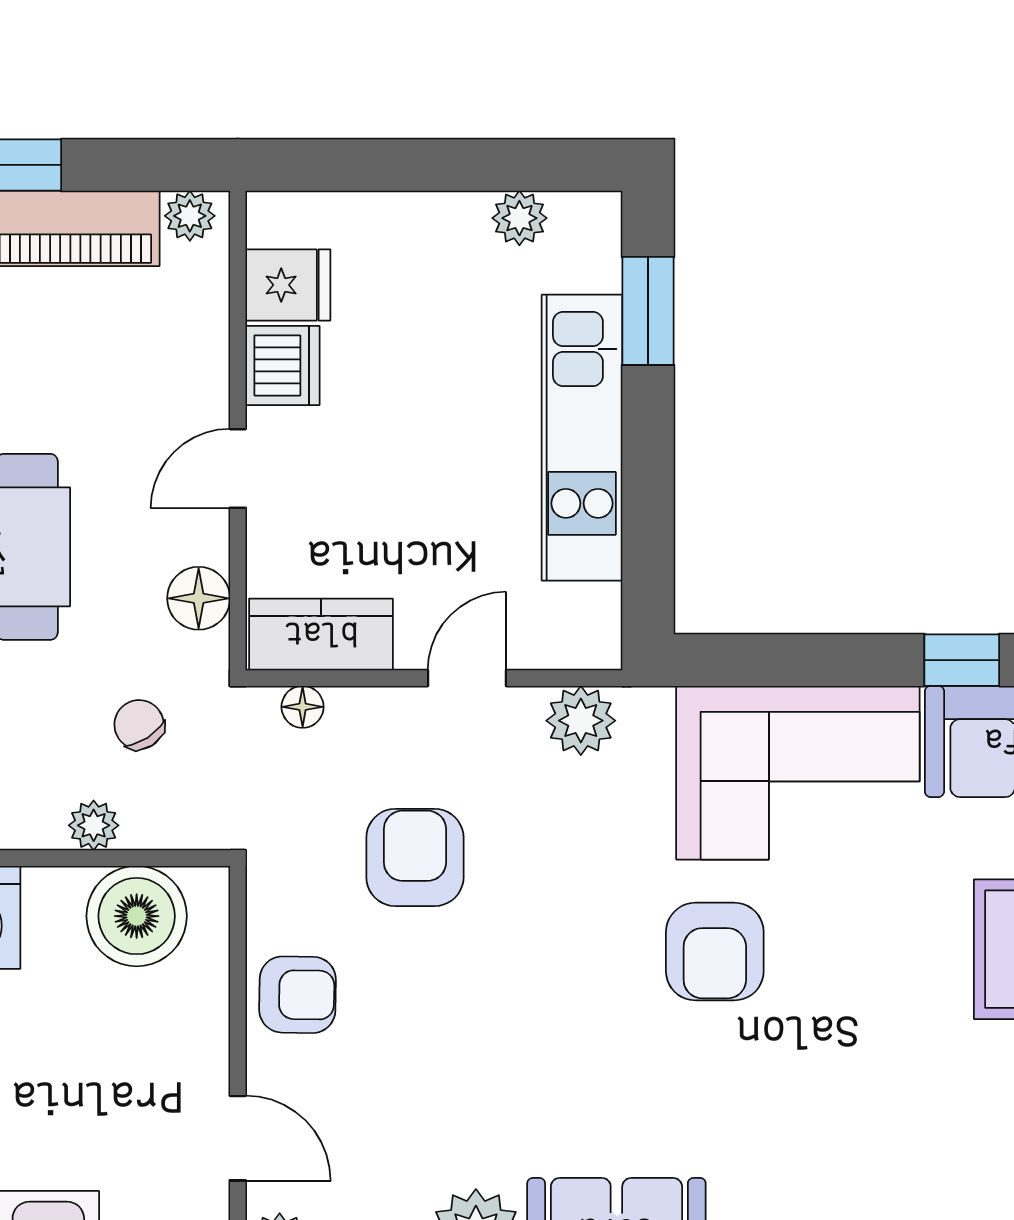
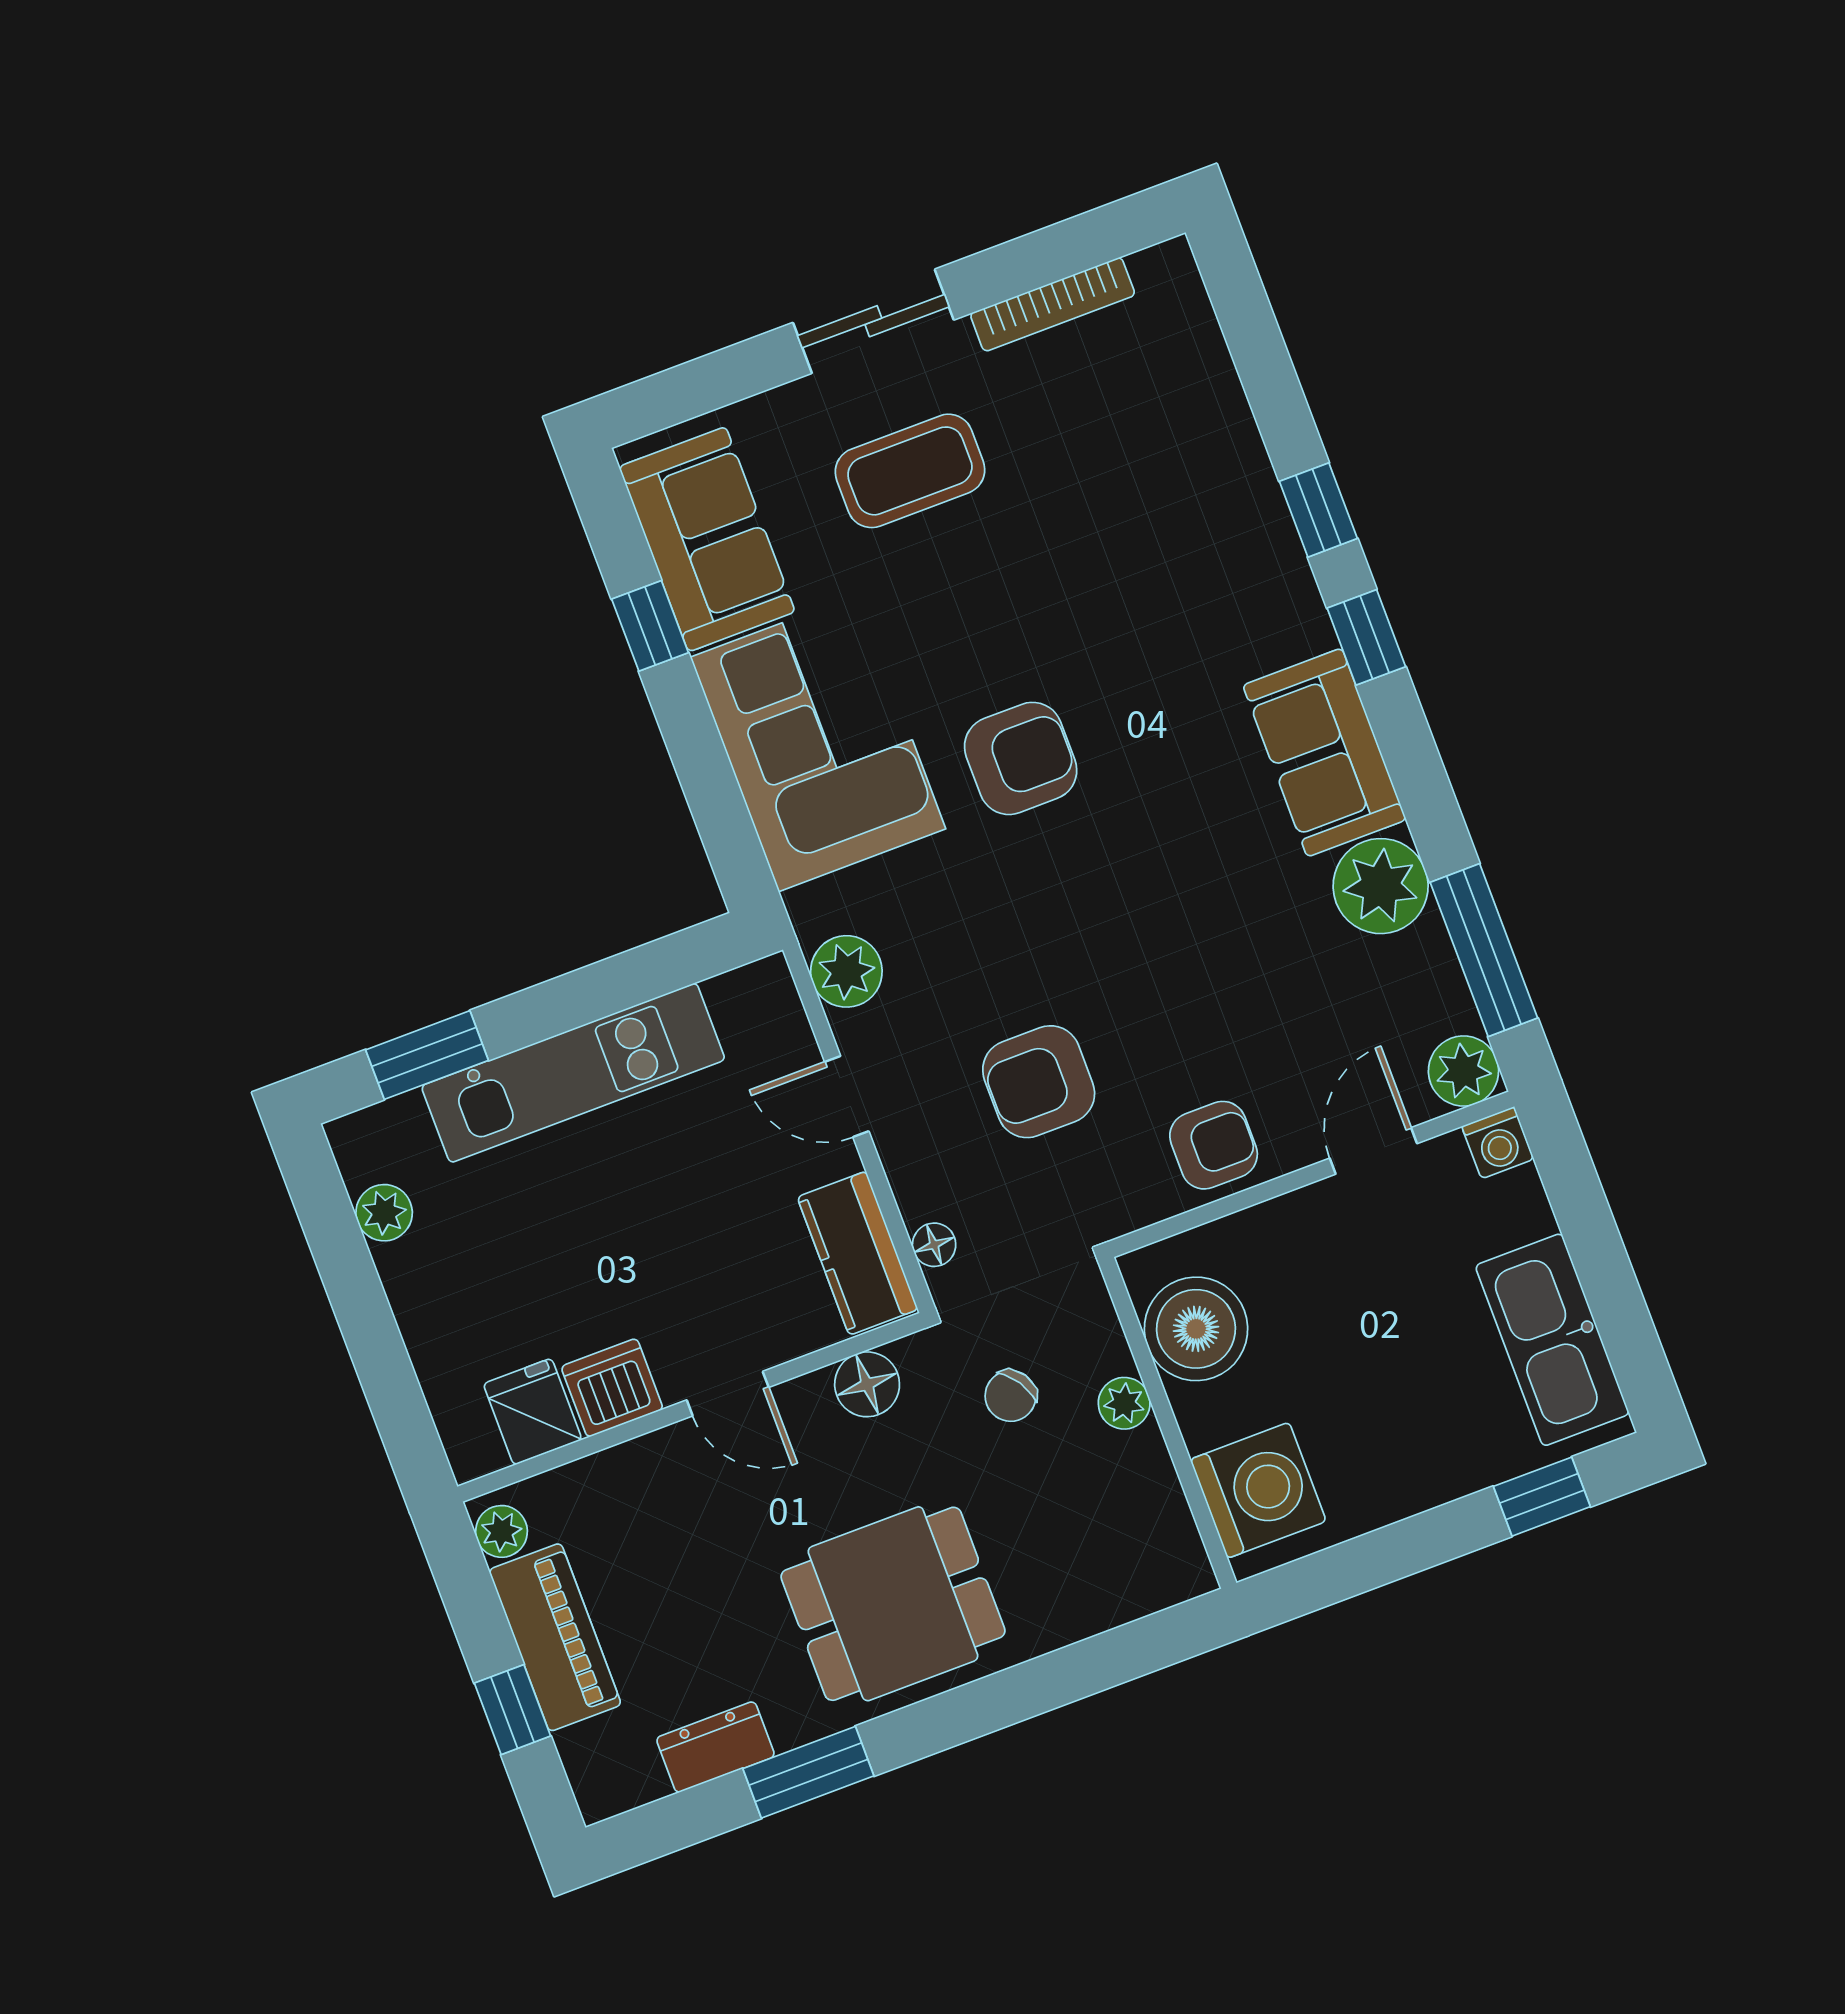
armchair: (298, 995) -> (1214, 1145), turned 89

